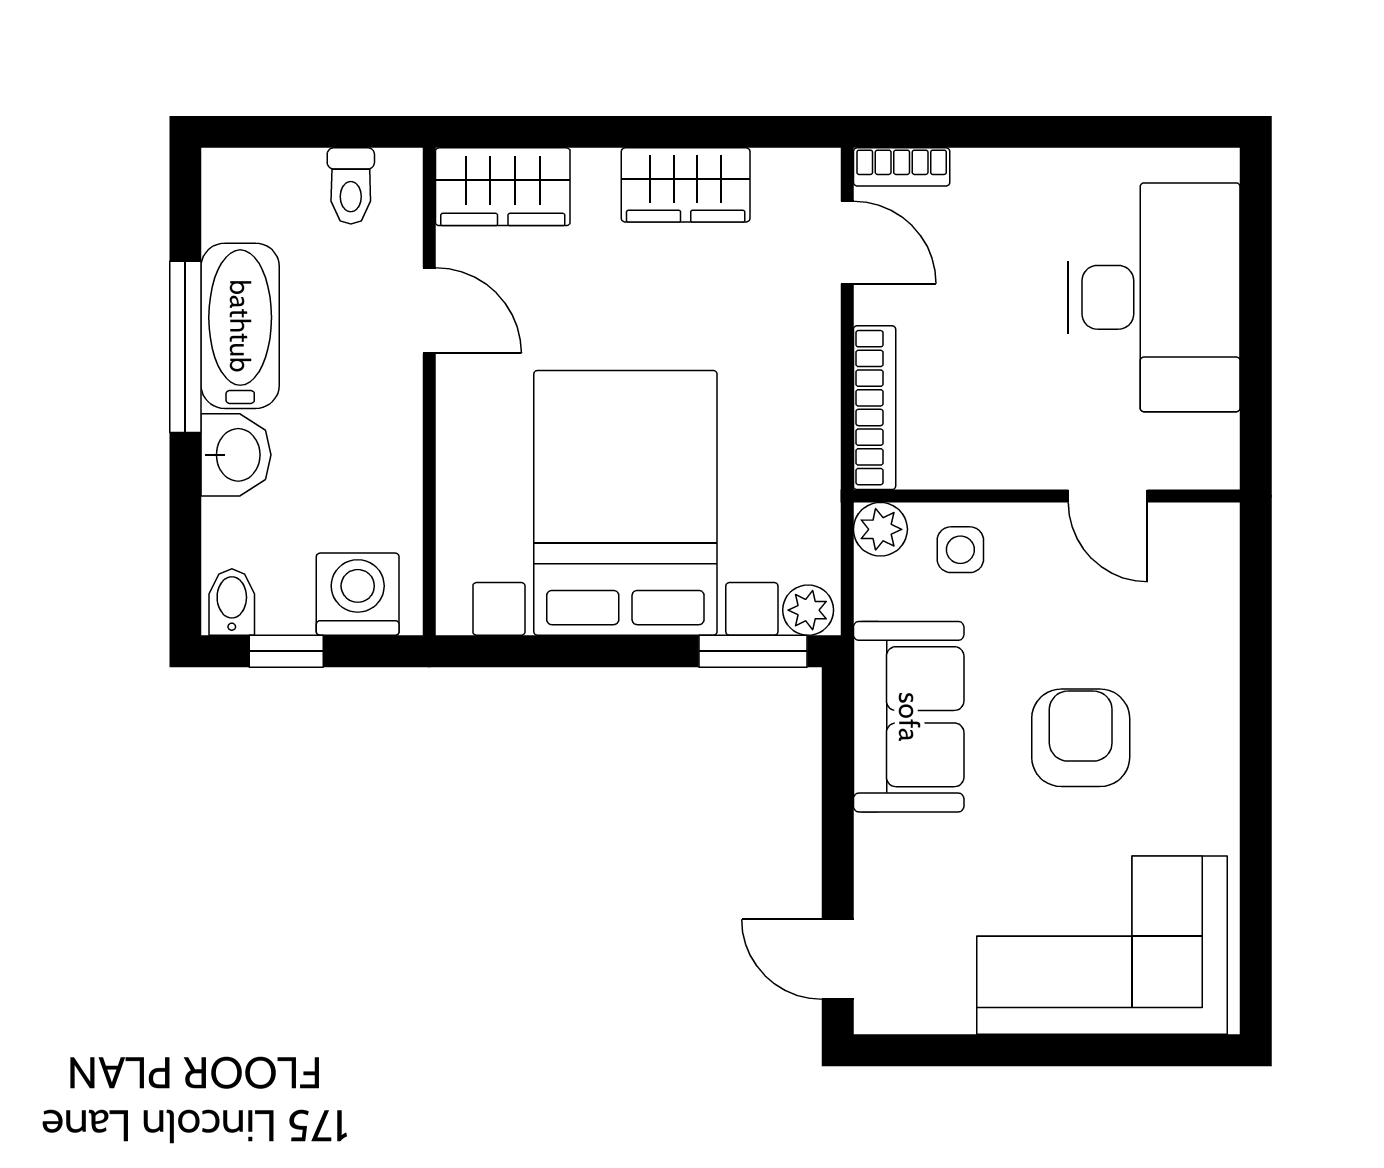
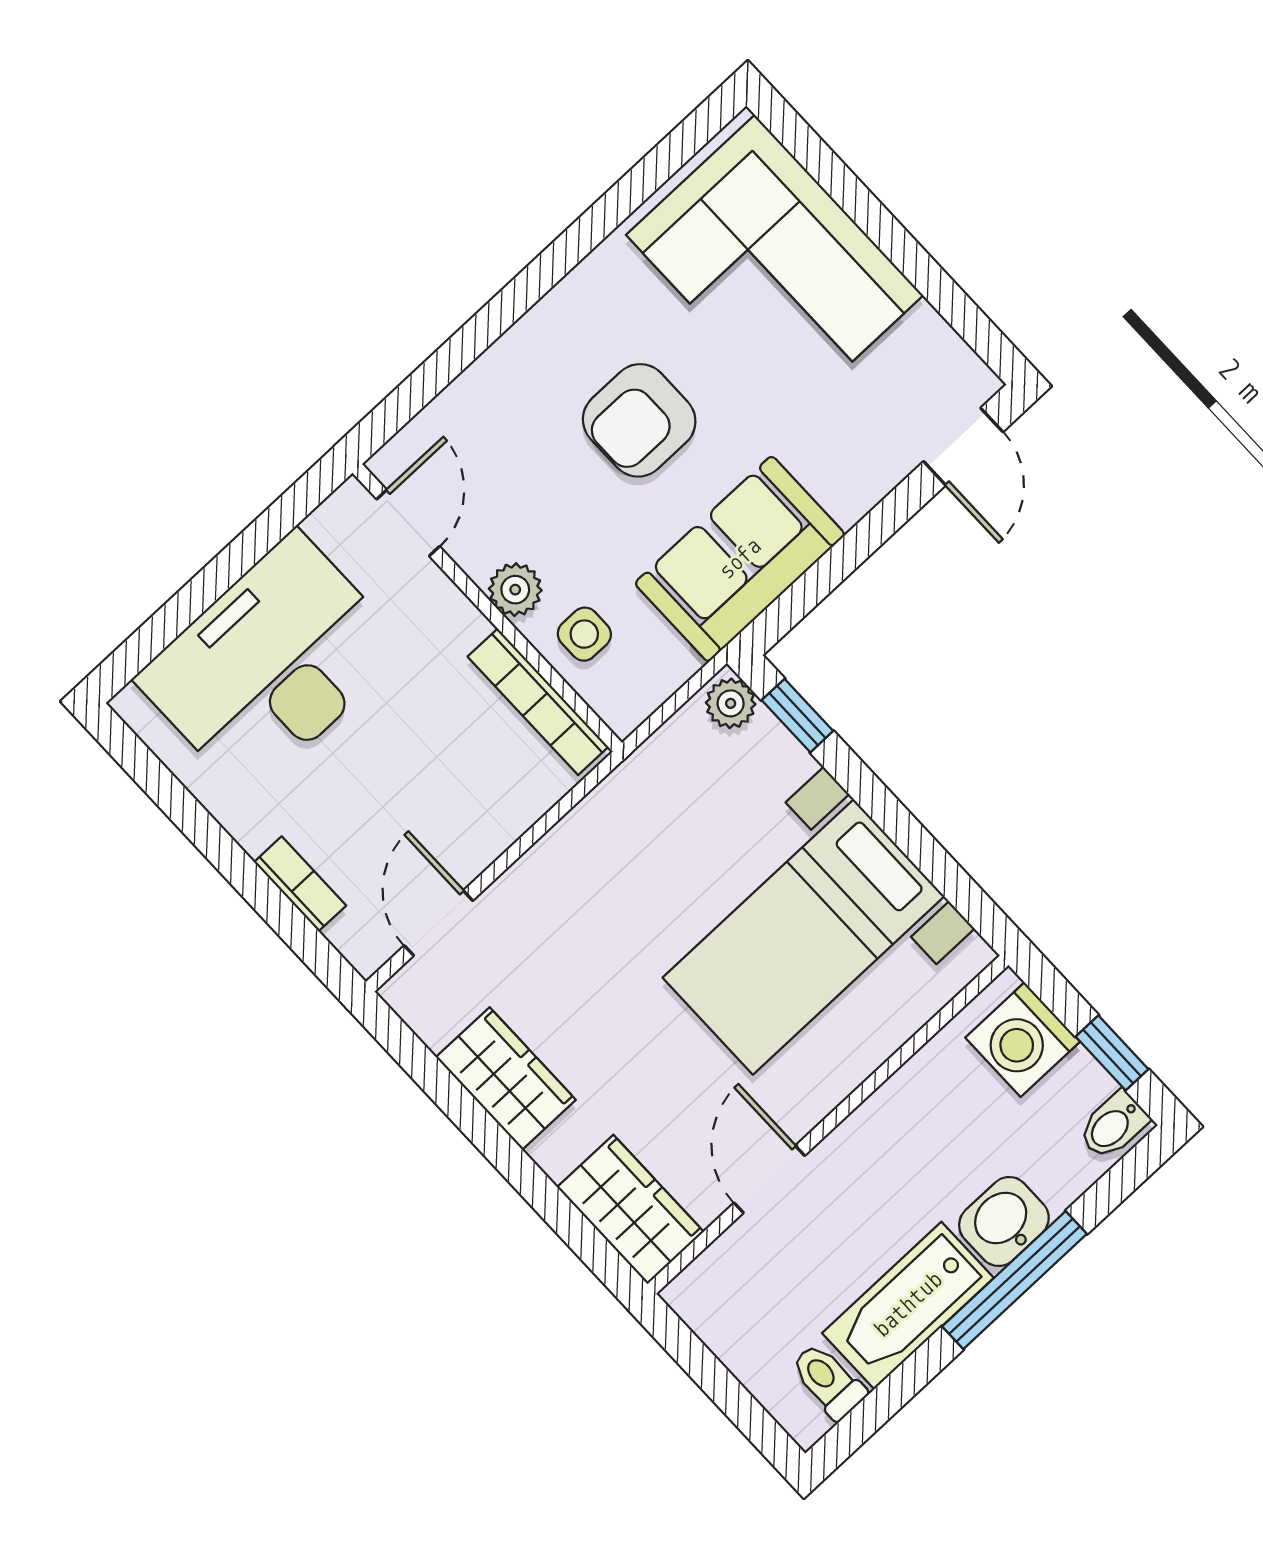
bookcase: (902, 167) -> (300, 884), moved
toilet: (351, 186) -> (828, 1381), moved, turned -90
window: (185, 347) -> (1015, 1280), moved
bookcase: (875, 408) -> (538, 702), moved, turned -90
door: (1108, 496) -> (408, 523), moved
bed with nightstands: (625, 503) -> (803, 937), width x0.73
plant: (880, 529) -> (515, 590), moved
window: (753, 651) -> (797, 716), width x0.67

